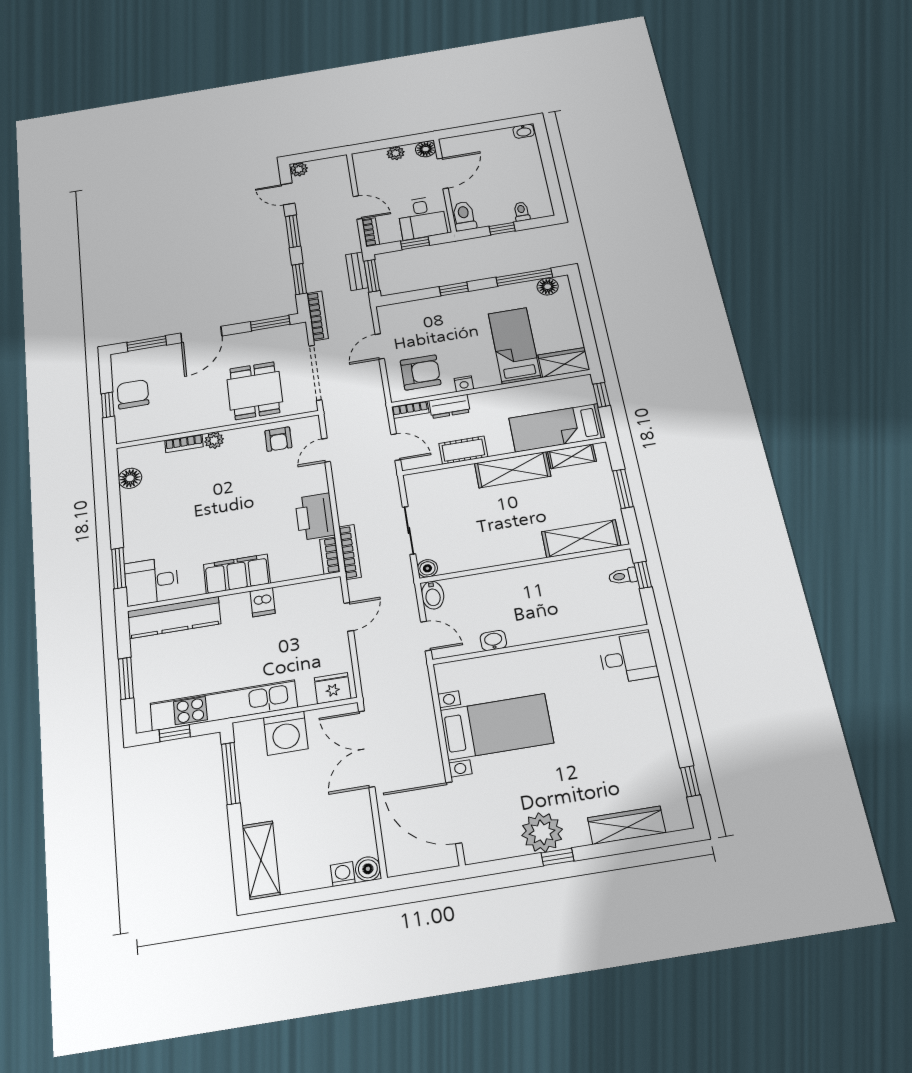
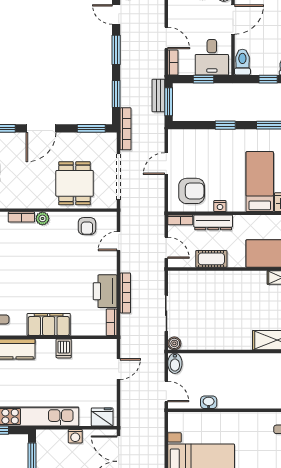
dresser: (449, 406) -> (213, 222), width x1.44
shelving: (513, 470) -> (242, 280), removed
bookcase: (350, 552) -> (125, 293), moved
washing machine: (286, 733) -> (75, 436), width x0.53, depth x0.53

